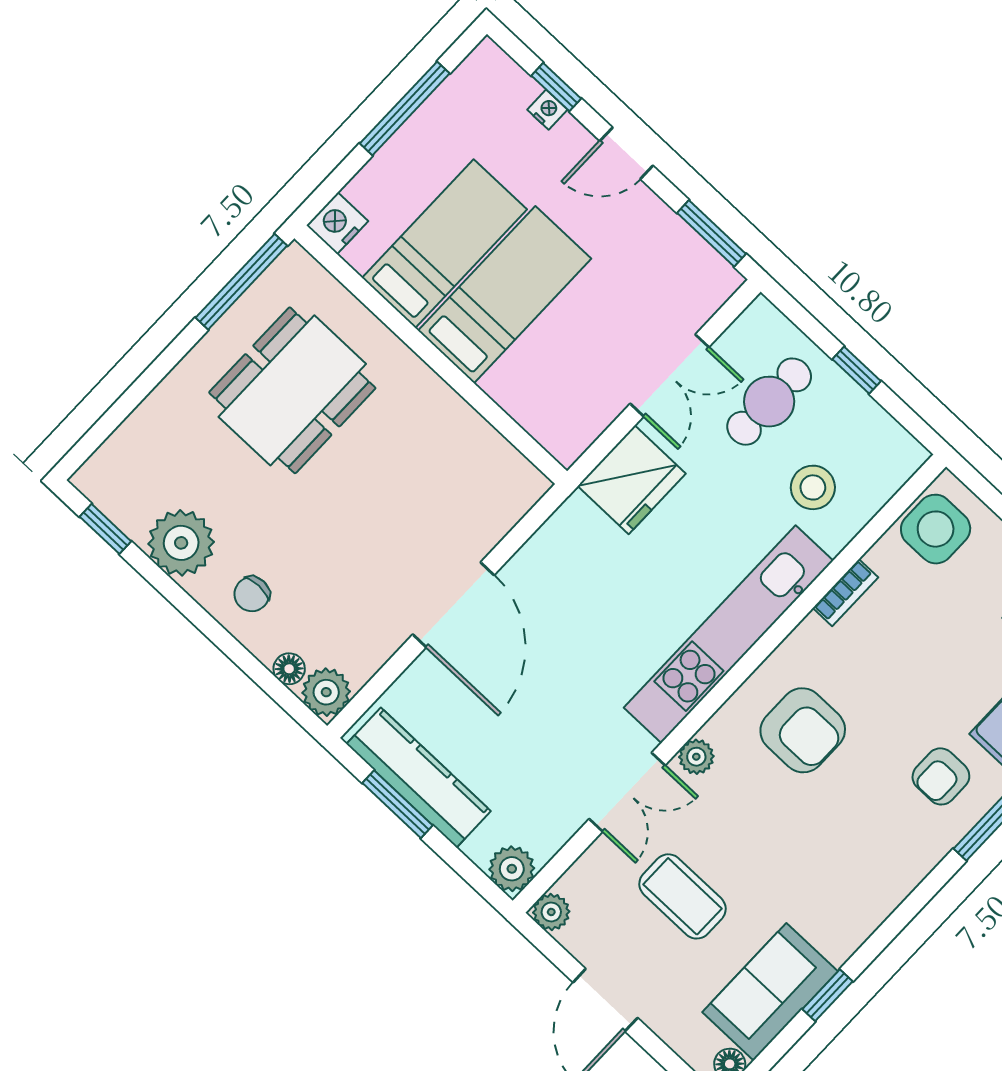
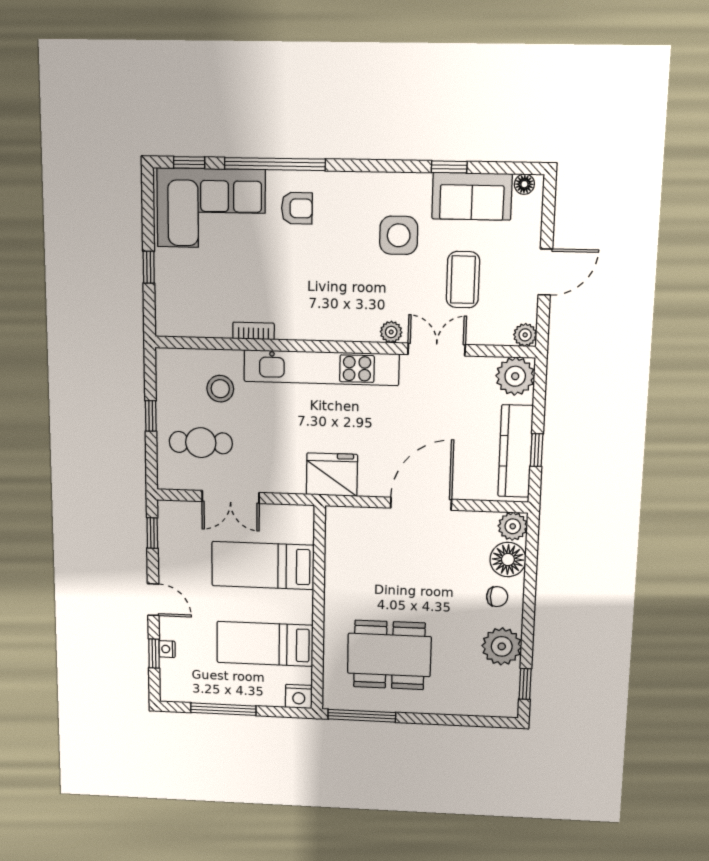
window: (712, 233) -> (152, 533), width x0.67
bed: (505, 295) -> (263, 565), moved
double door: (670, 375) -> (231, 497), swing flipped
fridge: (632, 480) -> (332, 475), moved
side table: (936, 529) -> (399, 235), moved
floor lamp: (289, 669) -> (508, 560), width x1.89, depth x1.89
armchair: (803, 730) -> (334, 293), removed
window: (398, 804) -> (537, 450), width x0.67
plant: (512, 869) -> (515, 376), width x1.36, depth x1.36

